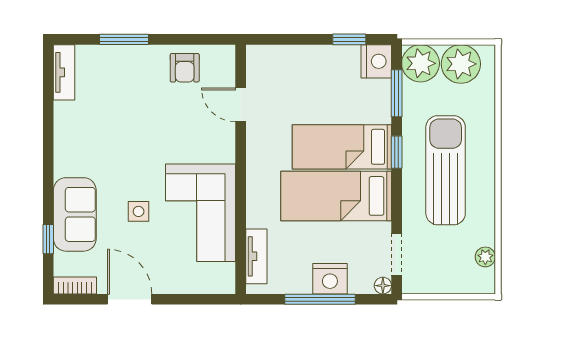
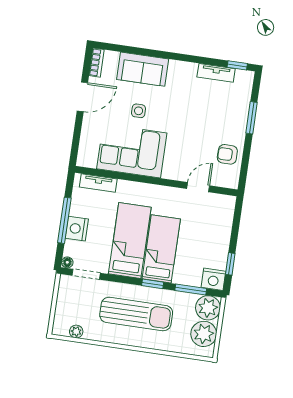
tv unit: (64, 72) -> (216, 73), moved
window: (48, 239) -> (237, 65), moved

